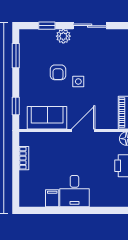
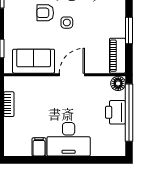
armchair: (58, 72) -> (45, 13), turned 90
desk: (74, 191) -> (69, 139), width x1.37

